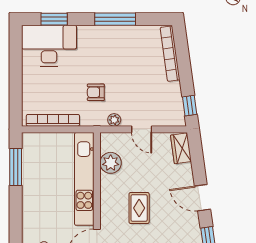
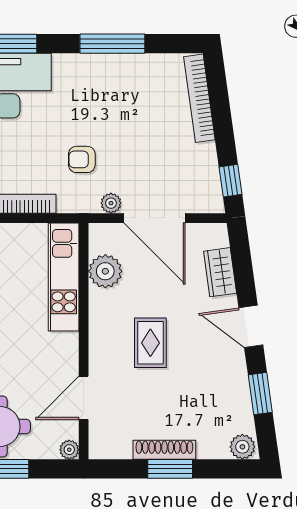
door: (142, 129) -> (155, 218), width x1.88
wardrobe: (181, 148) -> (220, 272), moved
kitchen unit: (84, 179) -> (64, 277), width x0.73

